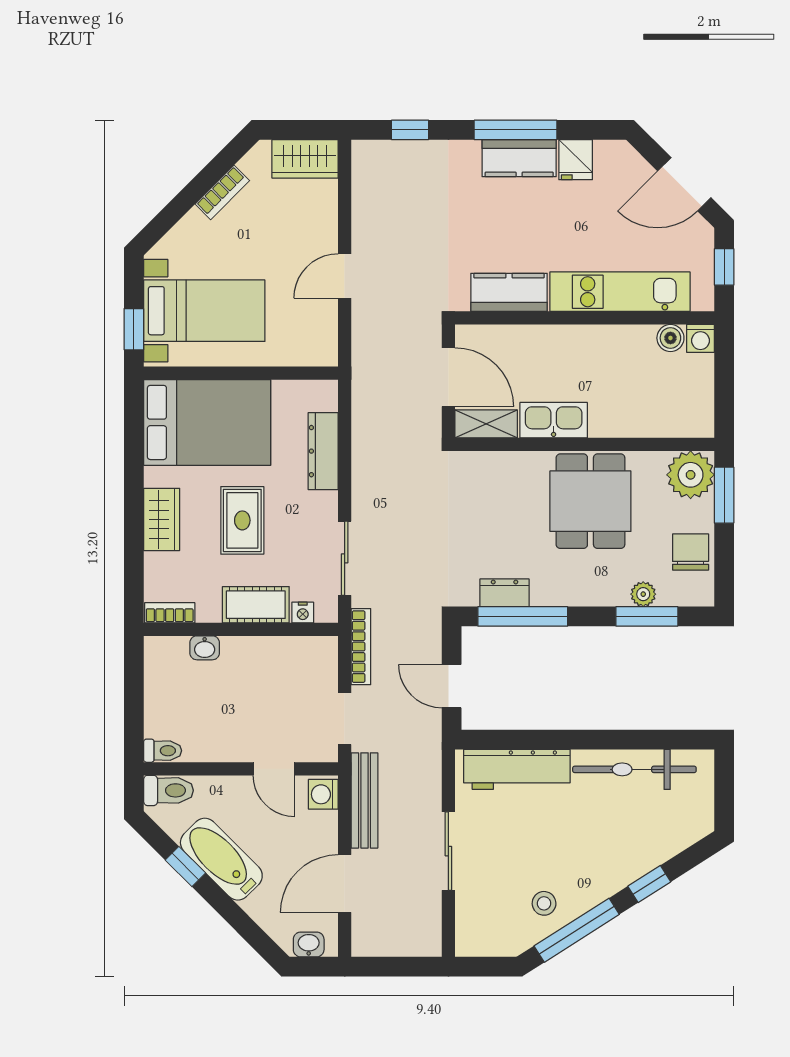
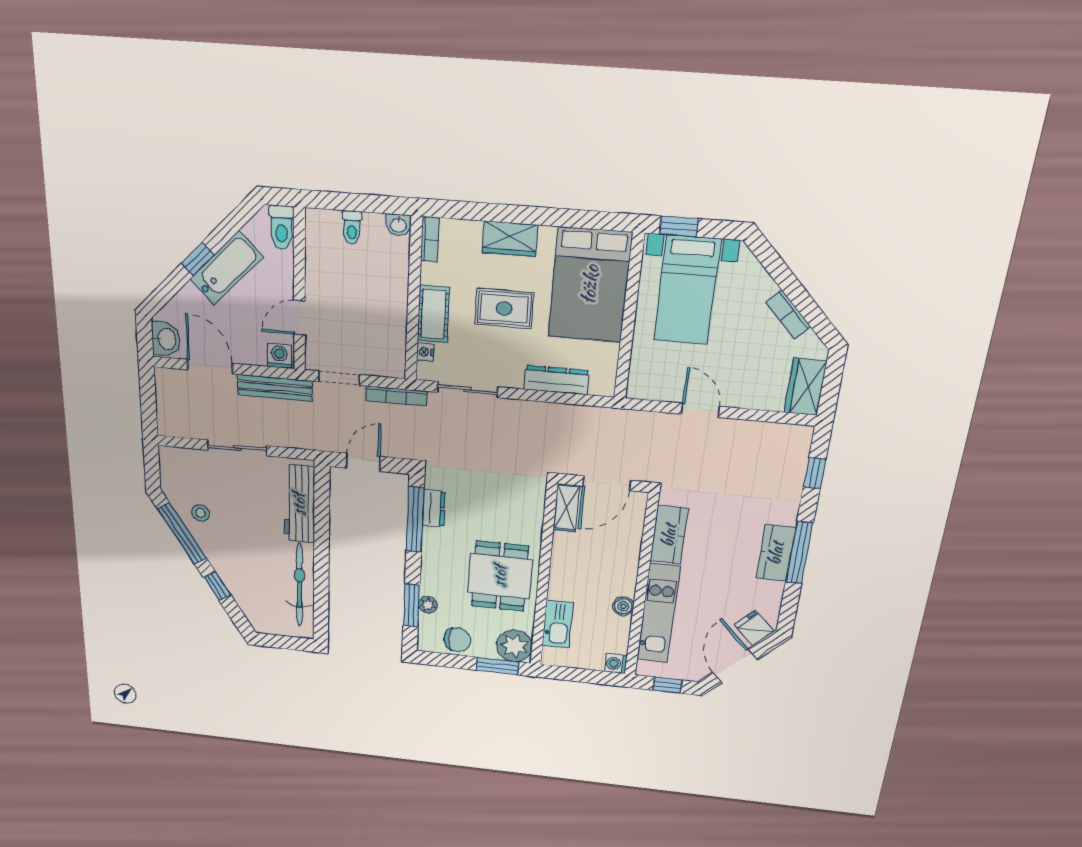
fridge: (576, 160) -> (754, 628), moved, turned 45
boiler: (670, 338) -> (623, 606), moved
kitchen sink: (554, 420) -> (558, 624), moved
dining table: (590, 501) -> (500, 576), turned 90
washbasin: (205, 648) -> (398, 225), moved, turned -90
toilet: (163, 751) -> (352, 228), moved
window: (185, 867) -> (198, 259), moved
washbasin: (309, 944) -> (166, 339), width x1.38, depth x1.45

